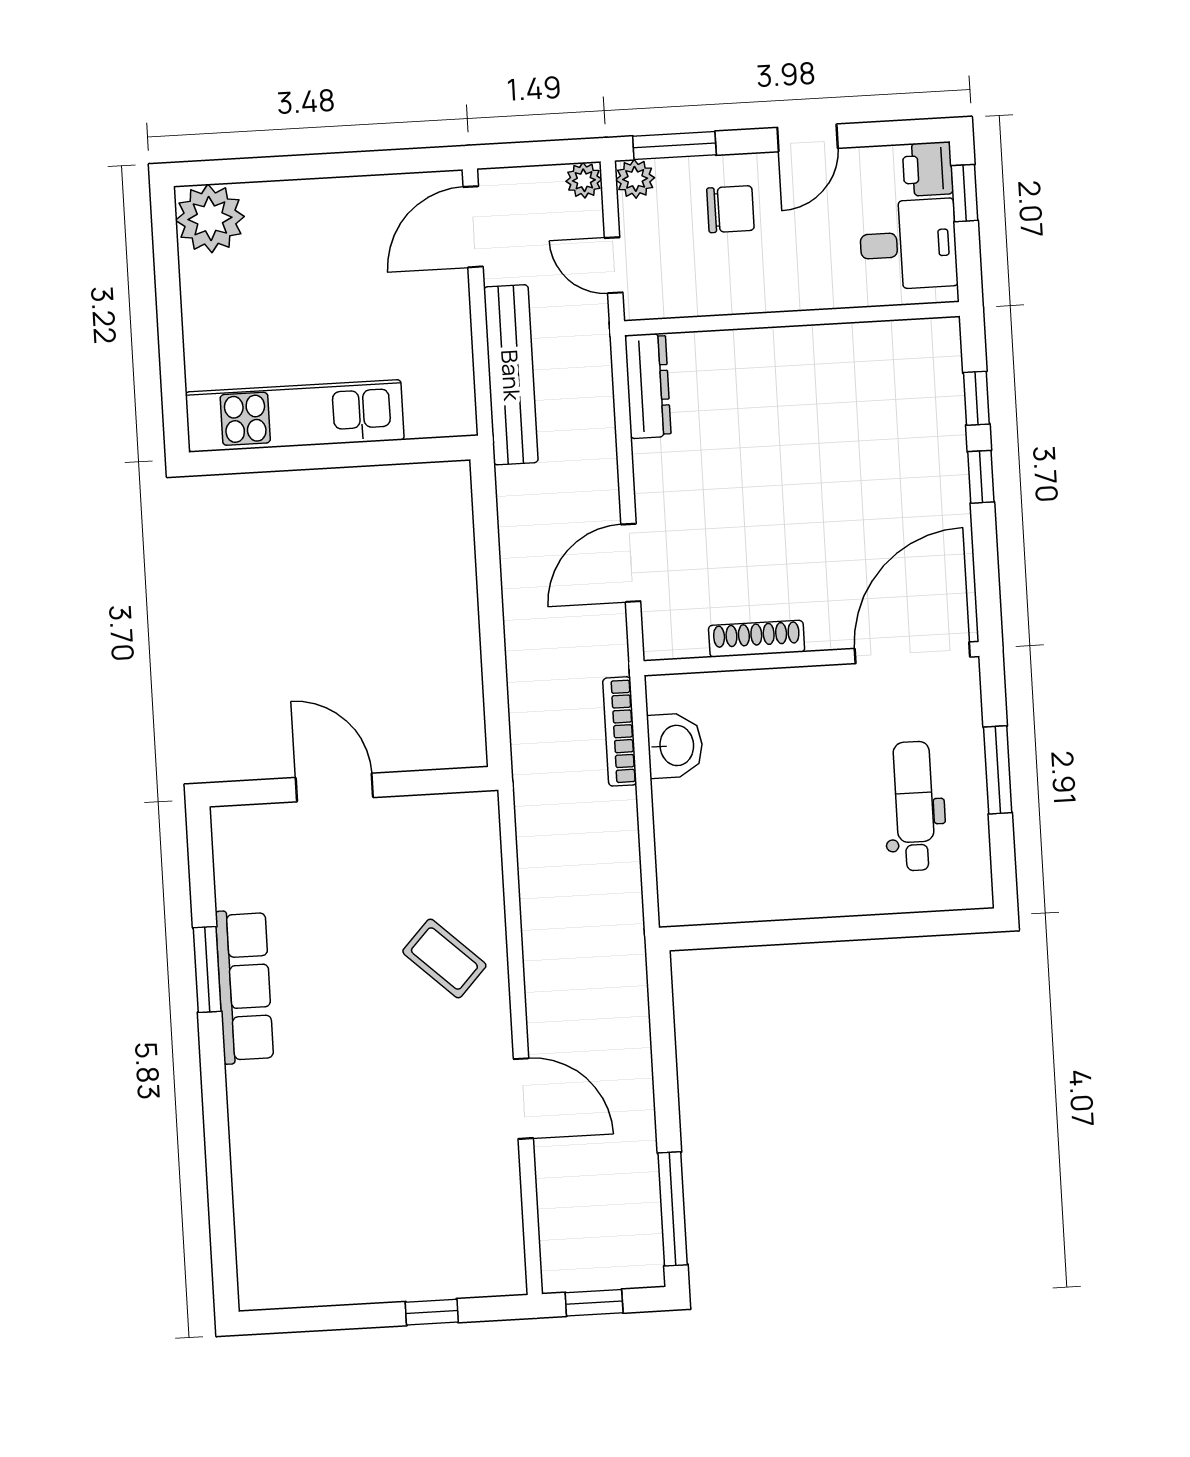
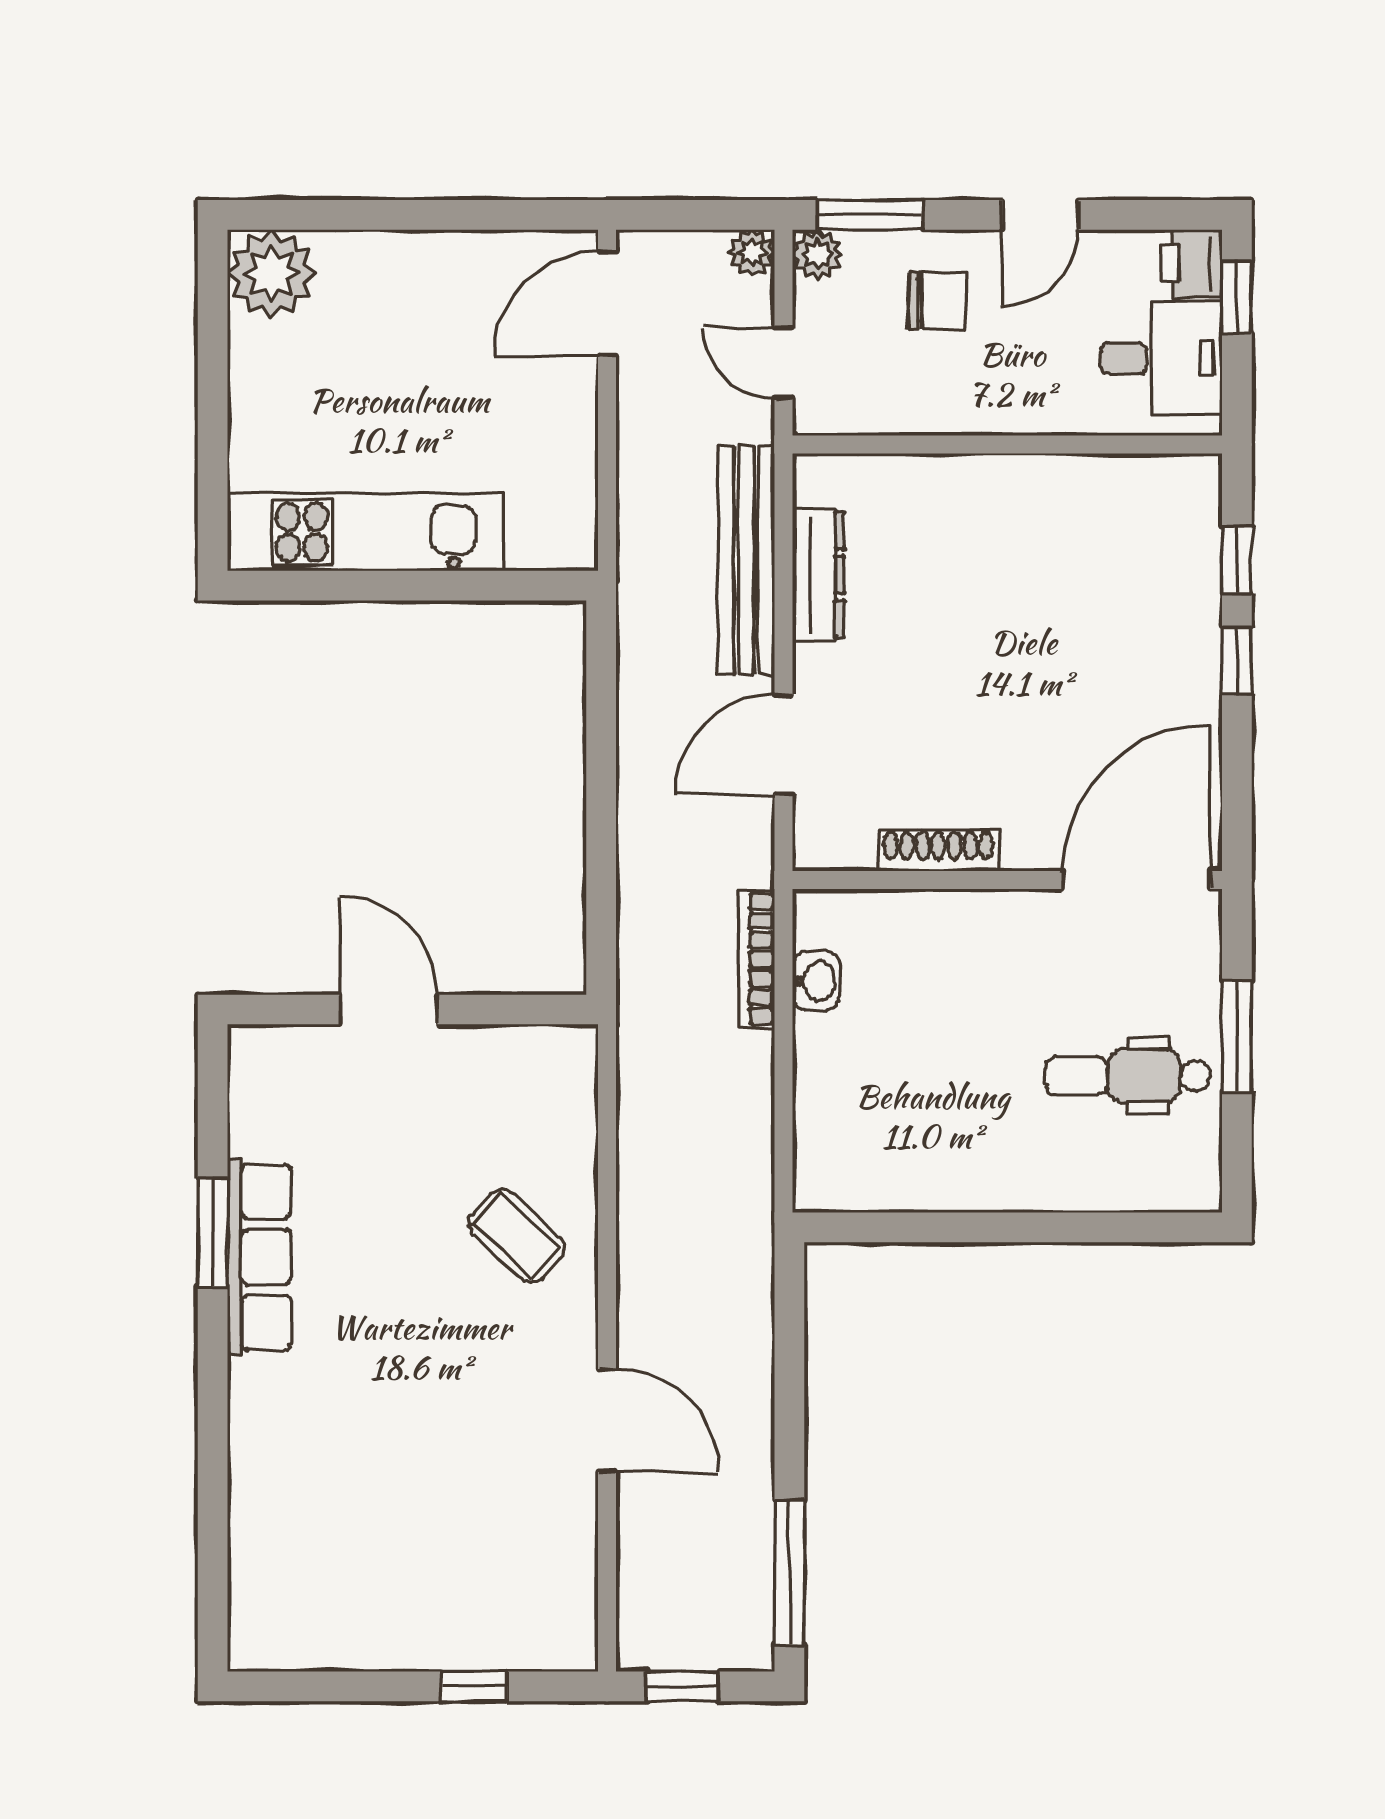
bench: (511, 375) -> (746, 560), moved
dresser: (648, 386) -> (818, 575), moved
washbasin: (675, 746) -> (816, 981), width x0.72, depth x0.69
dental chair: (914, 806) -> (1128, 1076), turned -90

